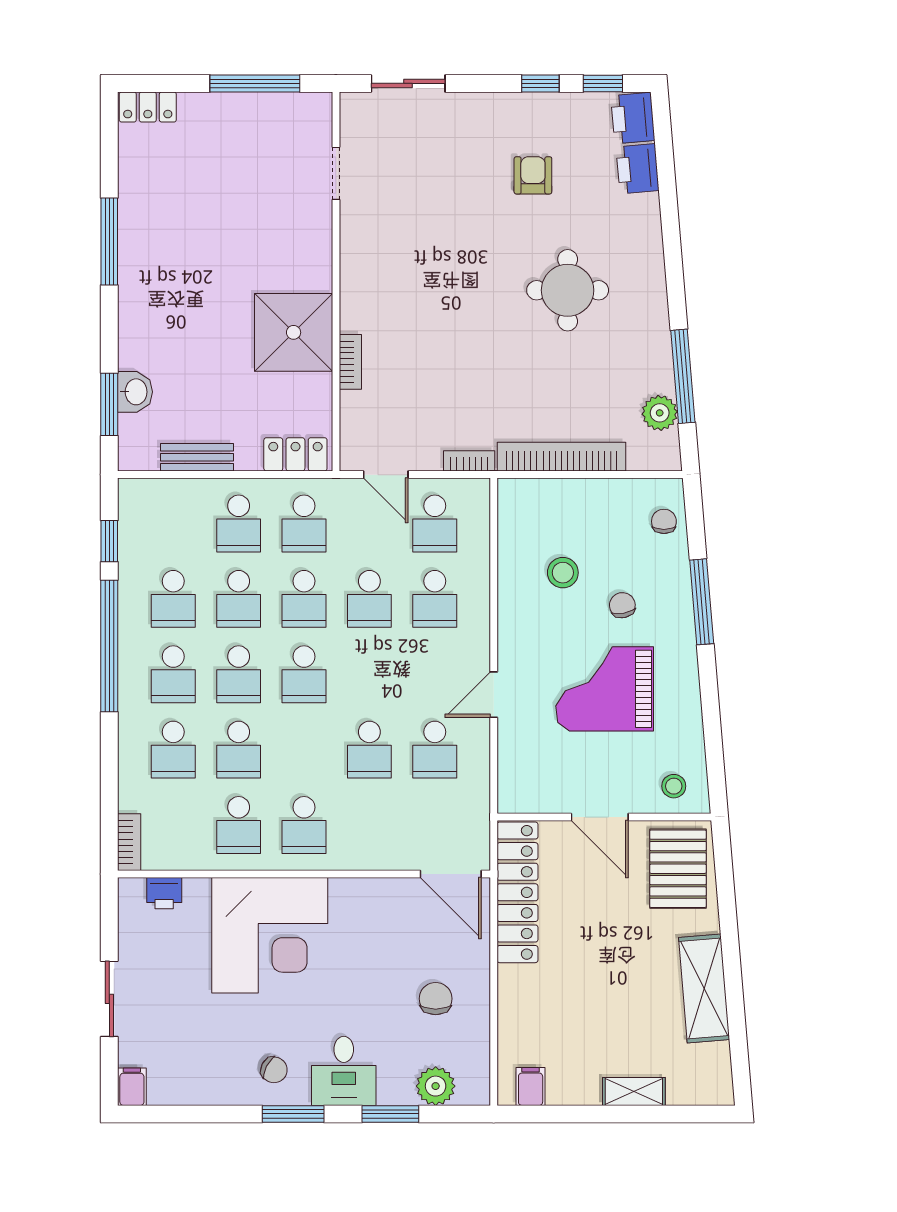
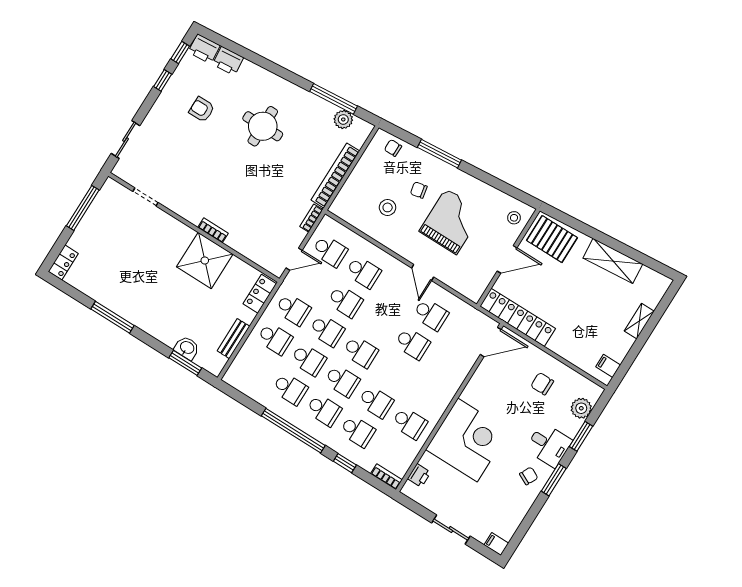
bookcase: (350, 362) -> (213, 230), moved
window: (109, 541) -> (345, 463), moved
grand piano: (605, 689) -> (451, 221), turned 180
school desk: (304, 825) -> (428, 394), removed

